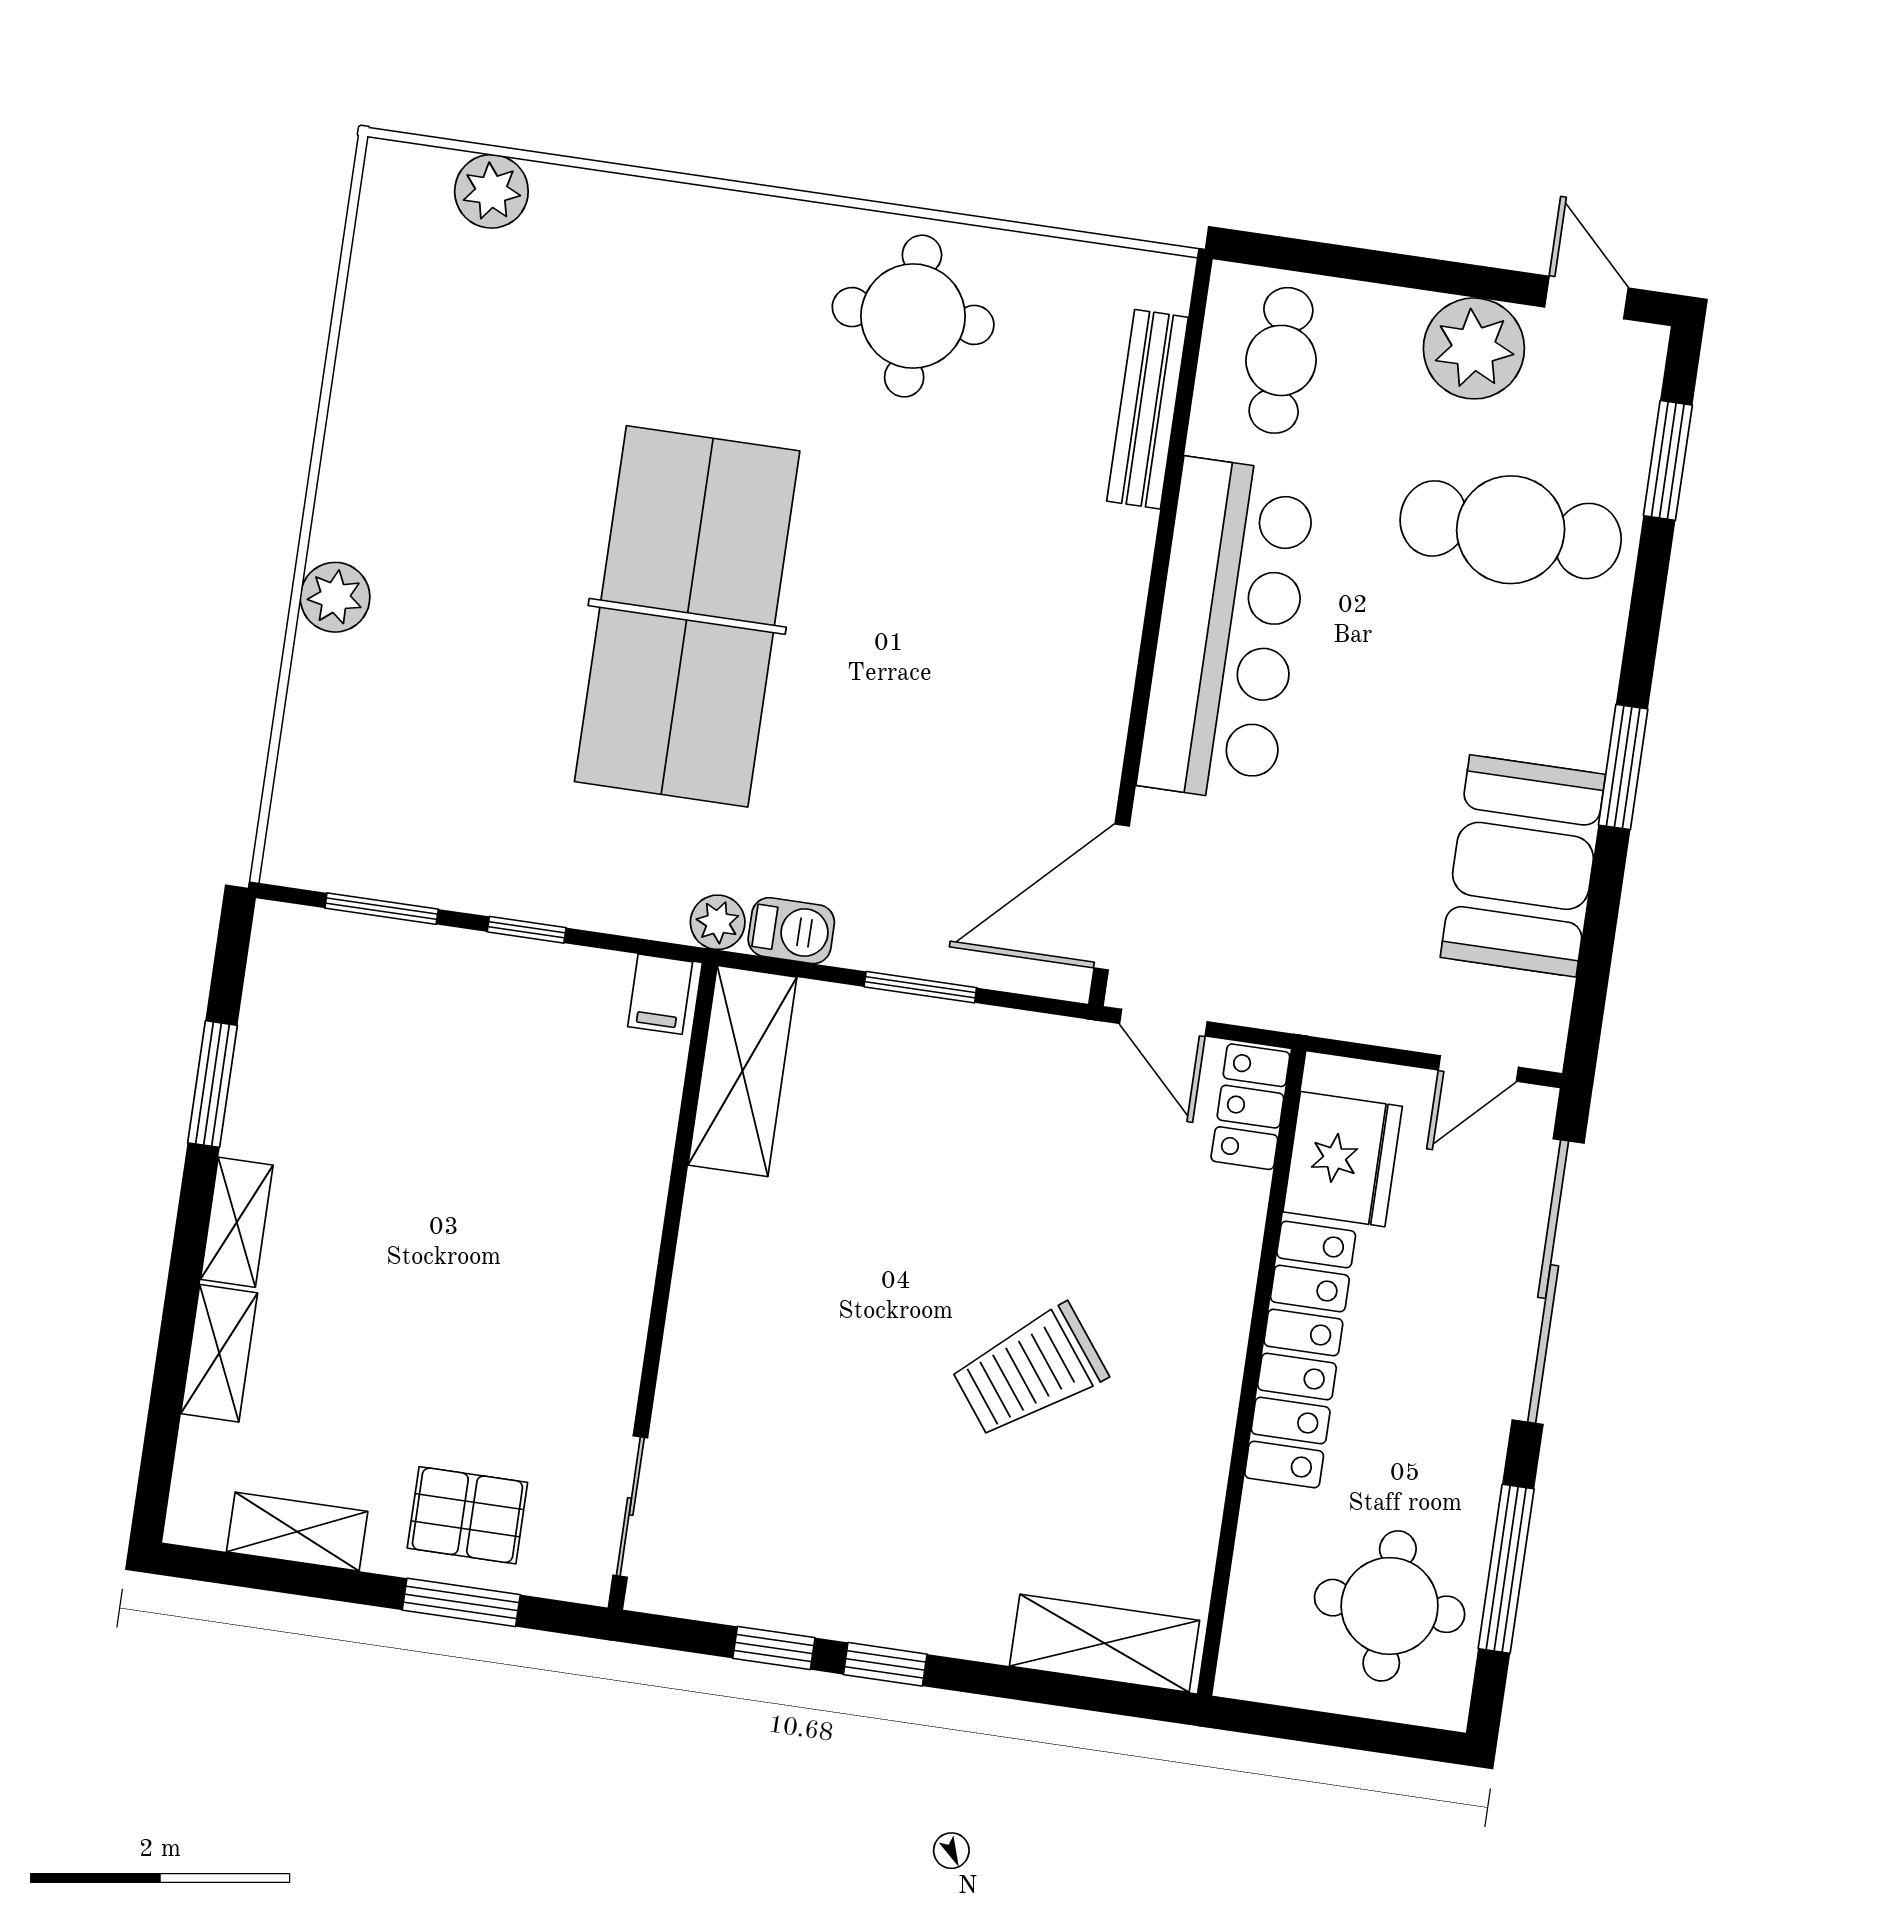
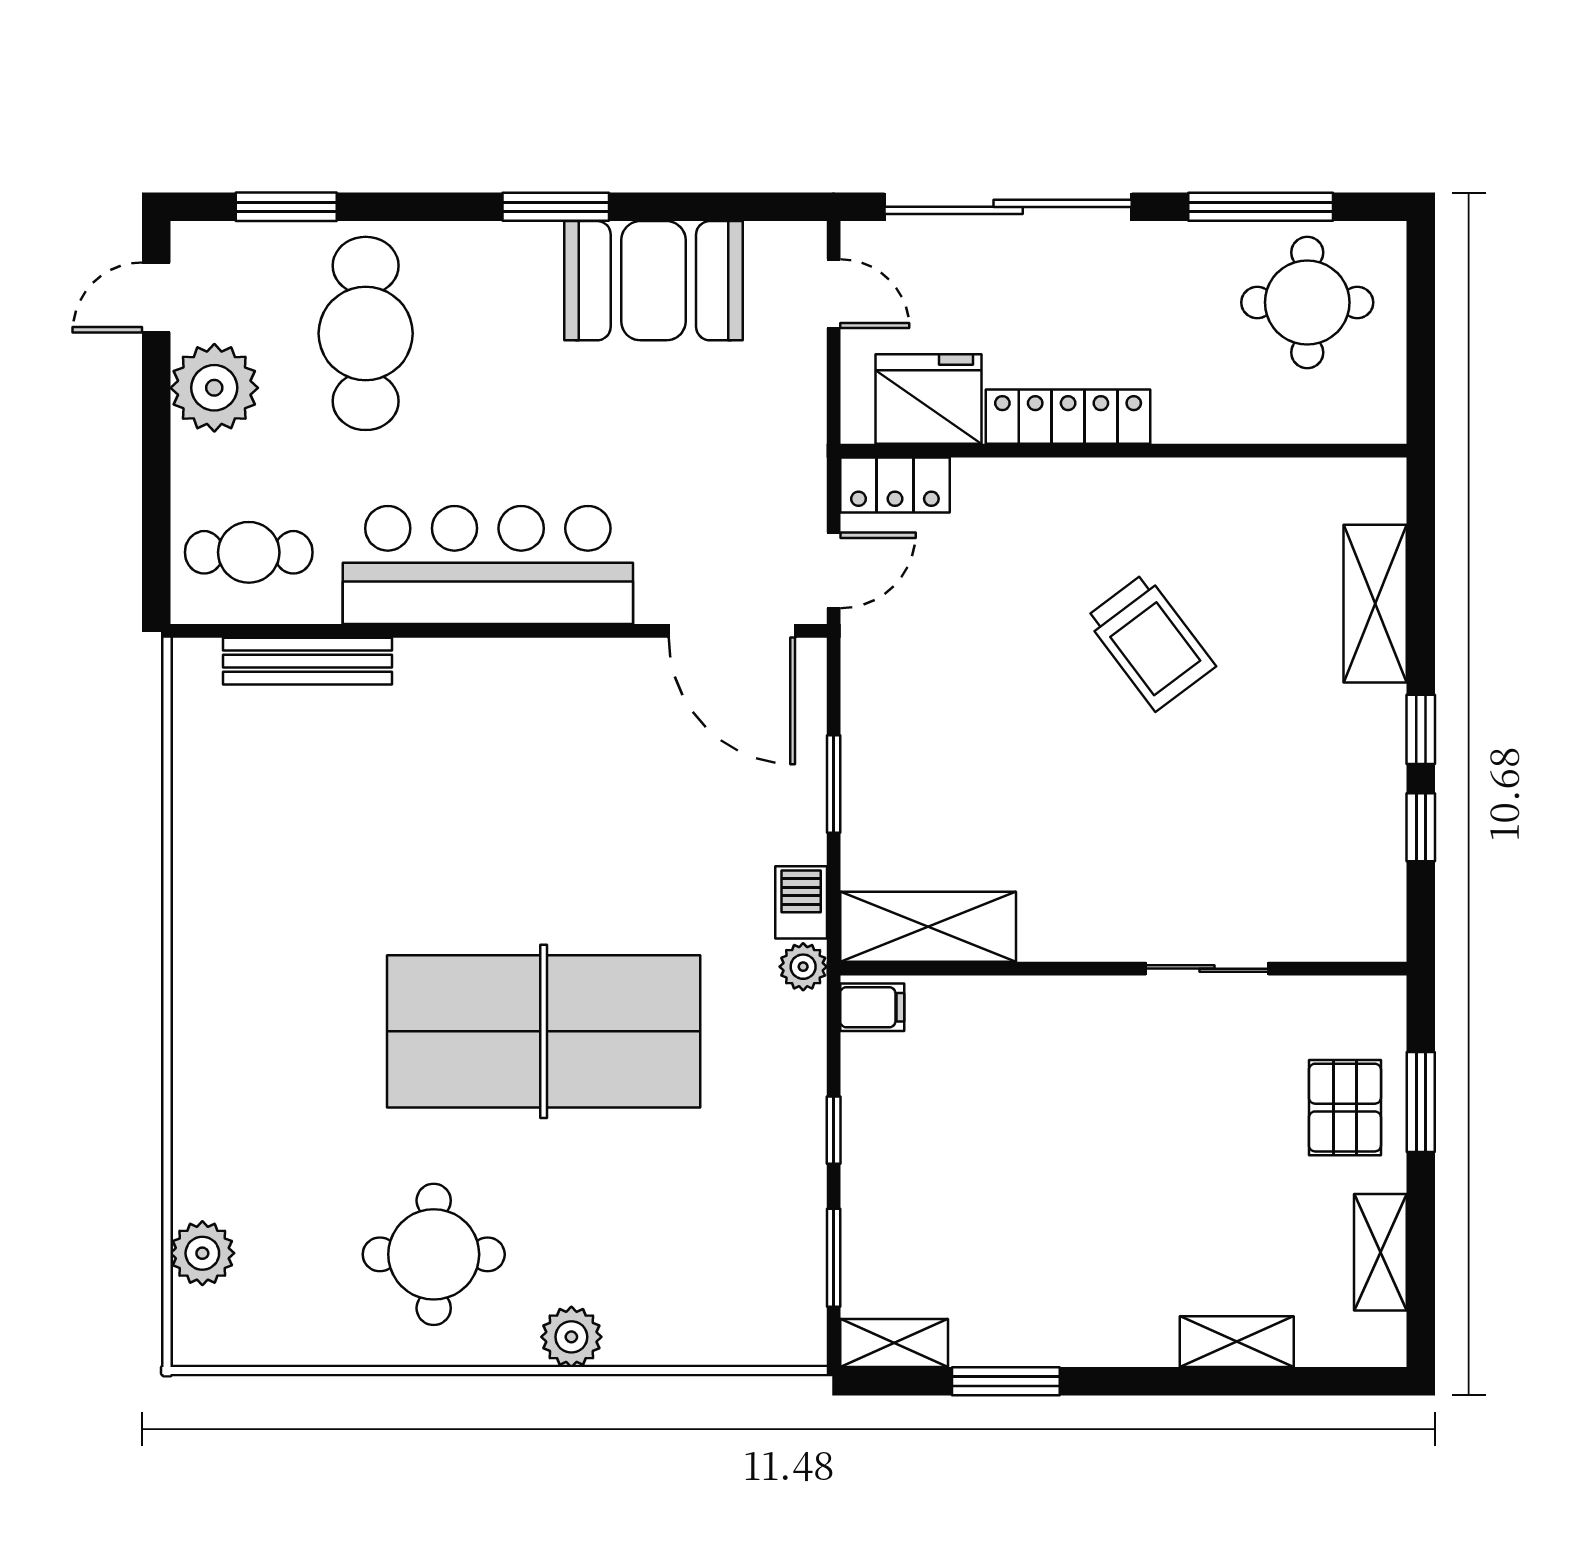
round table: (913, 316) -> (434, 1254), moved
shelving: (237, 1222) -> (894, 1343), moved
locker: (1300, 1354) -> (1068, 417), width x0.71, depth x0.83
sliding door: (630, 1506) -> (1207, 969), moved
shelving: (1105, 1643) -> (1375, 604), moved

